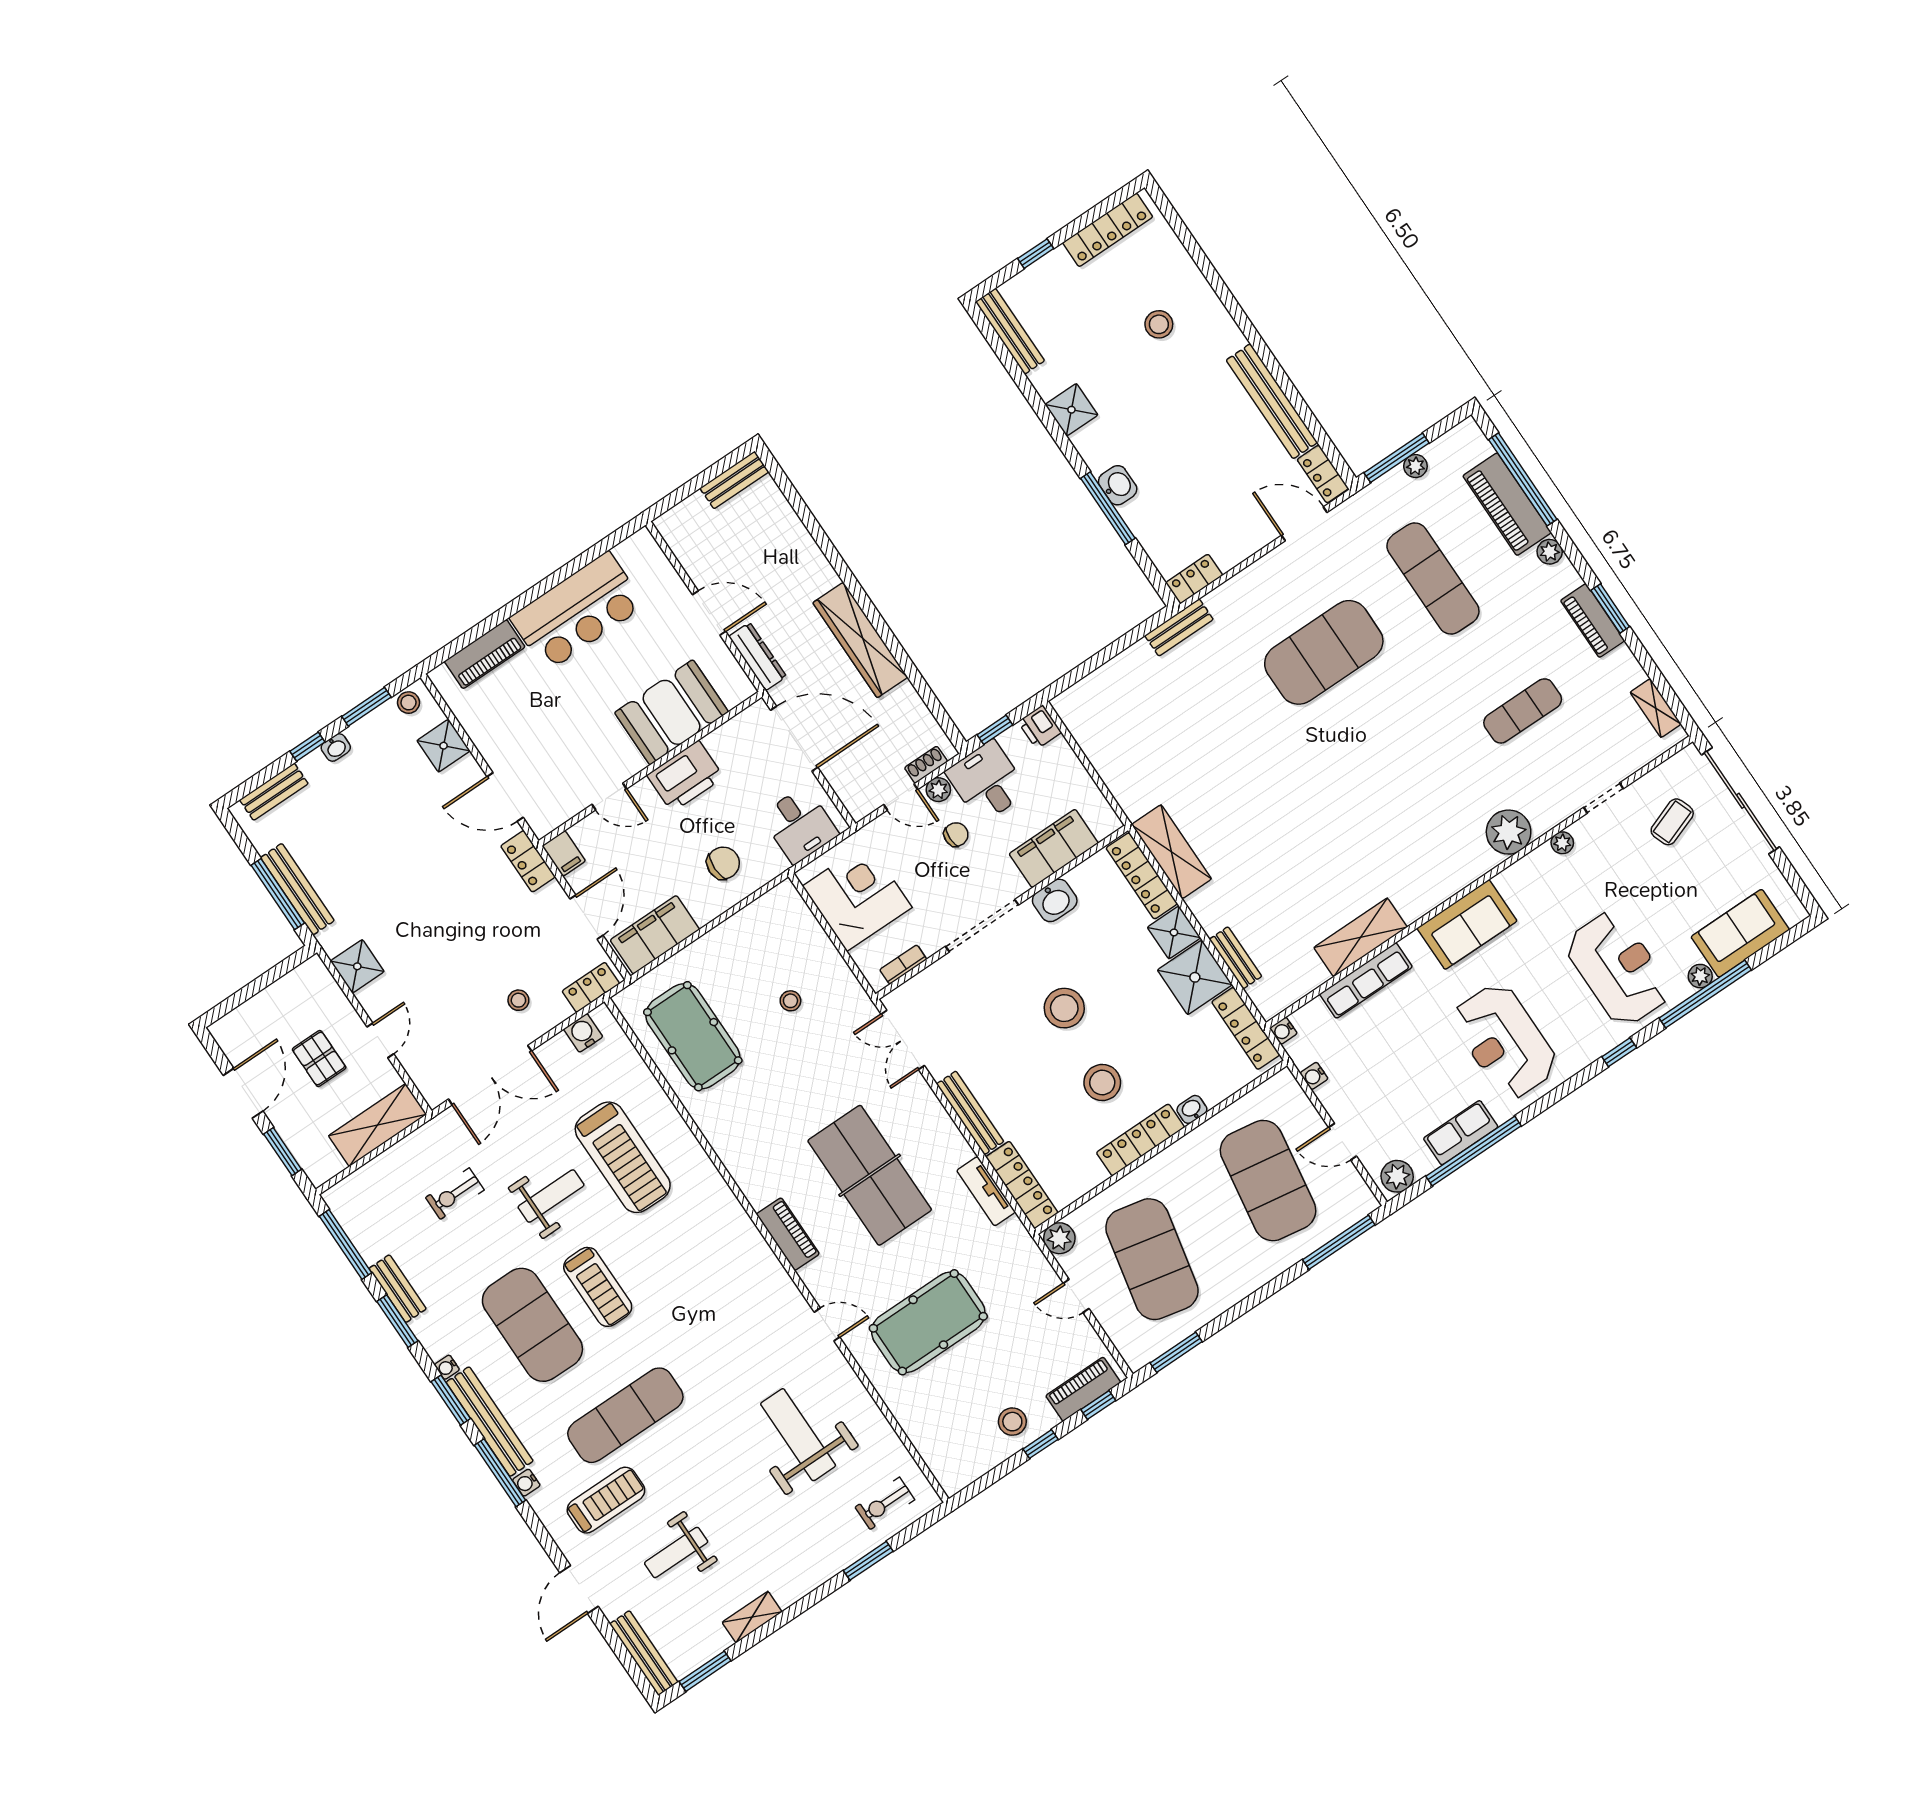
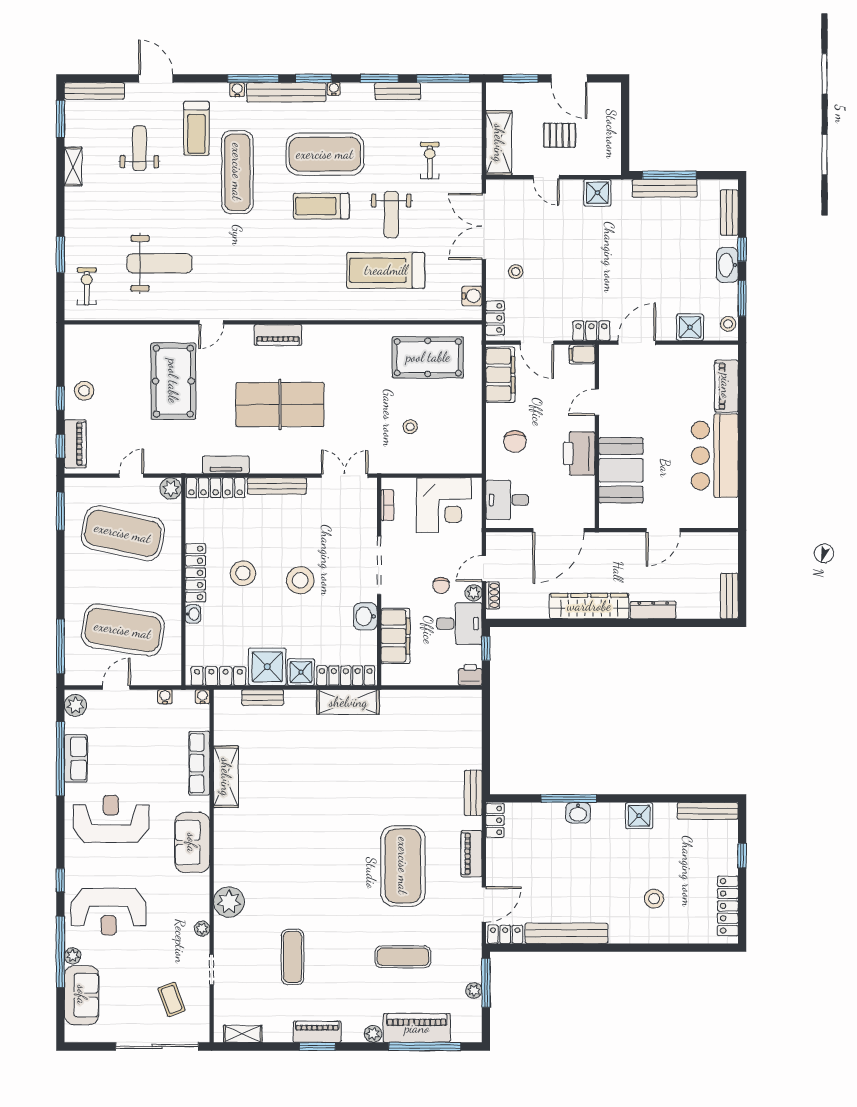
exercise mat: (1433, 579) -> (403, 957), width x0.73, depth x0.69
piano: (1253, 580) -> (471, 854), added
dresser: (758, 656) -> (653, 610), moved, turned 180
washbasin: (336, 747) -> (727, 265), width x1.91, depth x1.45

